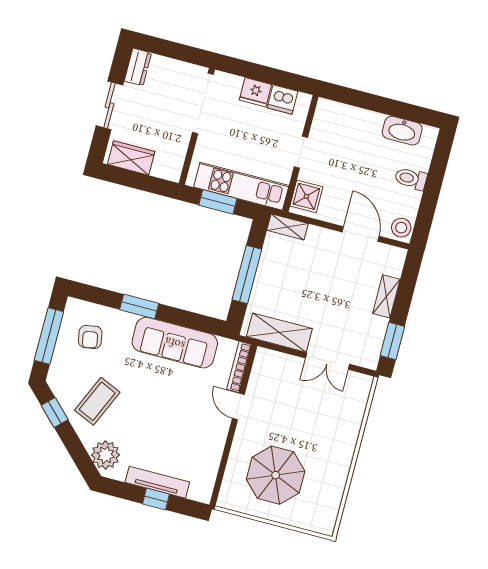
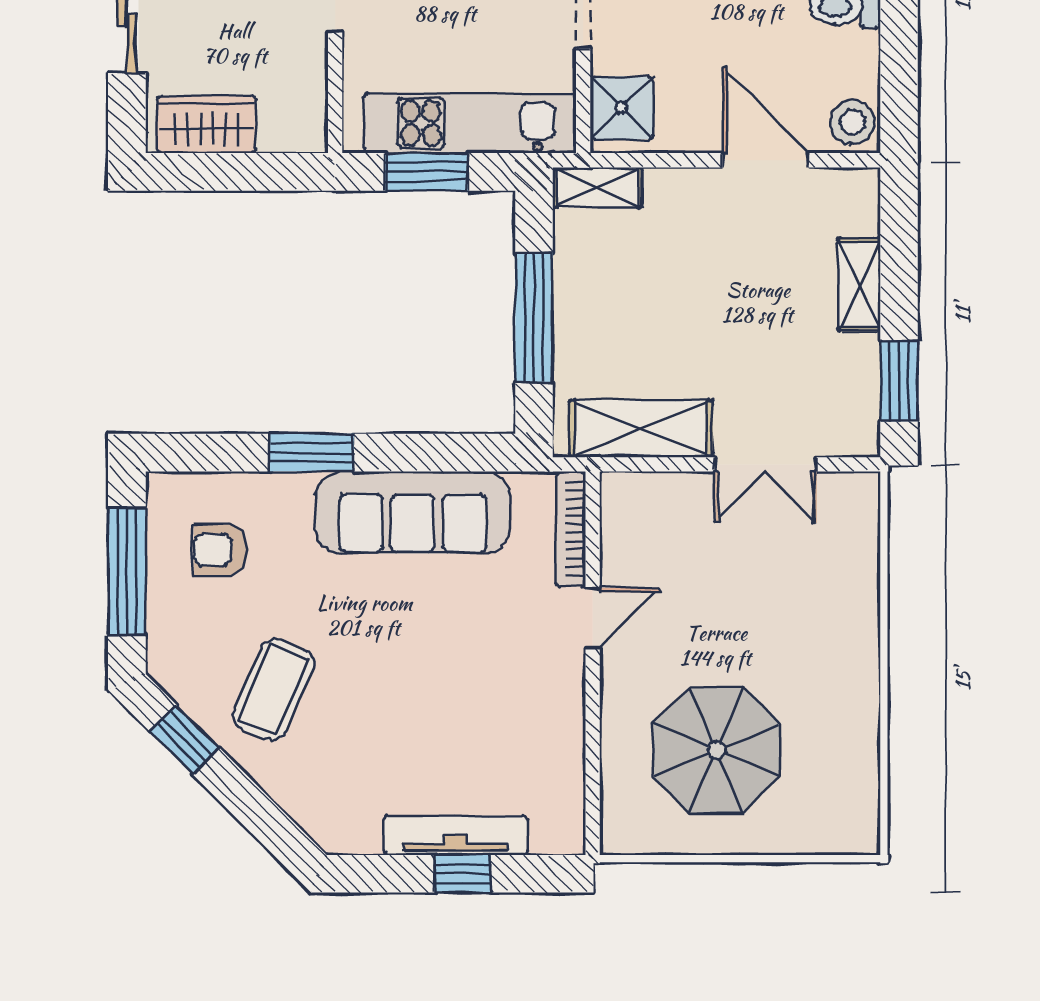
armchair: (90, 337) -> (220, 550), turned 101
door: (238, 406) -> (593, 618), swing flipped
plant: (106, 455) -> (324, 805), removed

